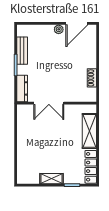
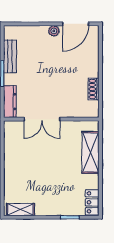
locker: (91, 167) -> (92, 202), width x0.66
shelving: (52, 179) -> (20, 210), moved

